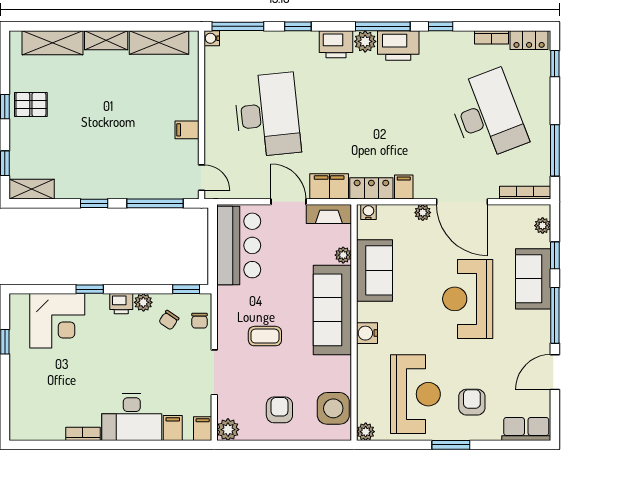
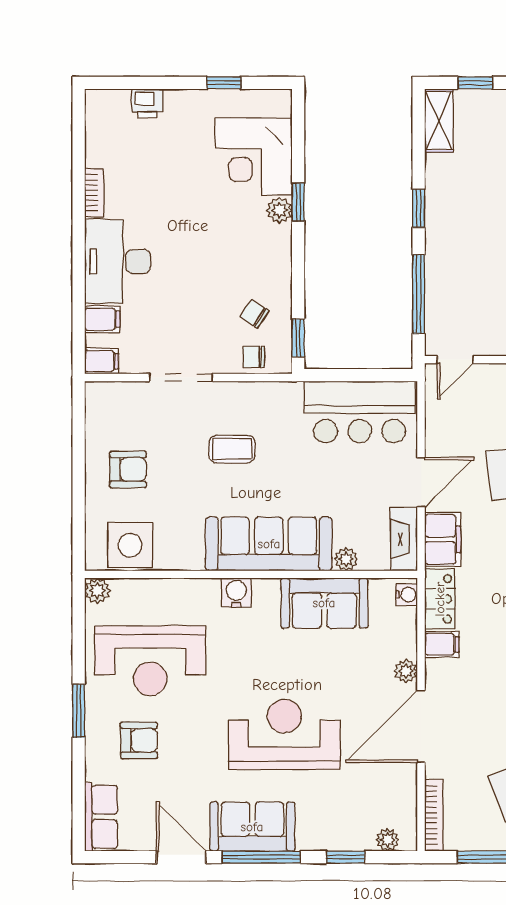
sofa: (533, 279) -> (252, 827), moved
plant: (143, 302) -> (279, 210), moved
printer: (121, 304) -> (147, 103), moved, turned -90
coffee table: (265, 336) -> (232, 449), turned 90
plant: (228, 430) -> (100, 397), removed

